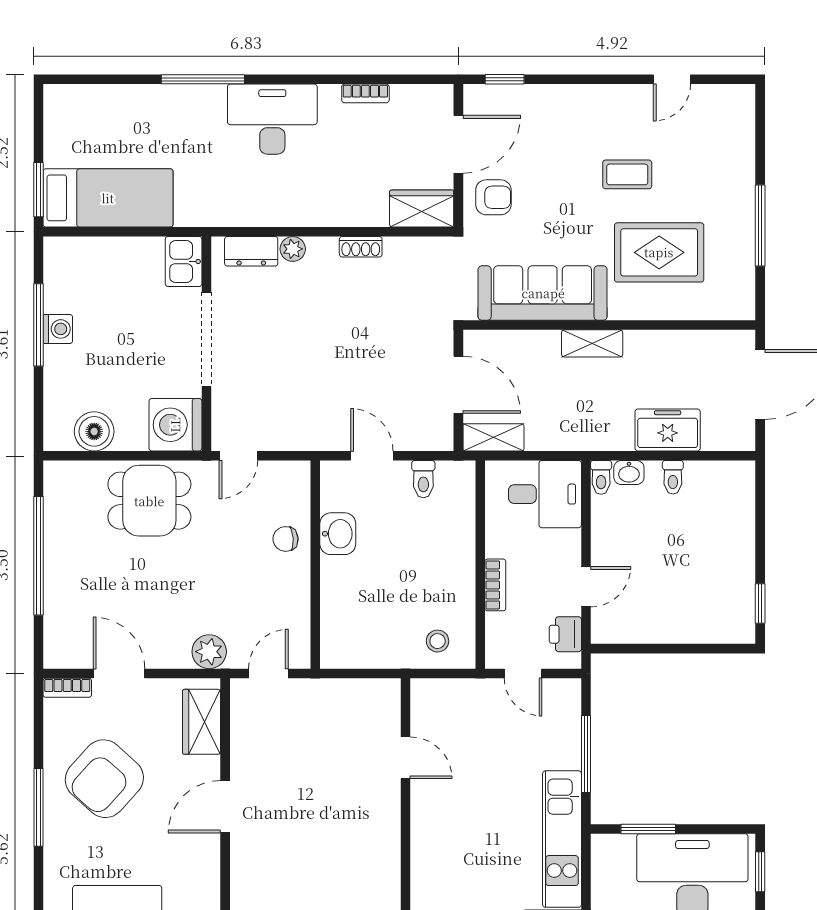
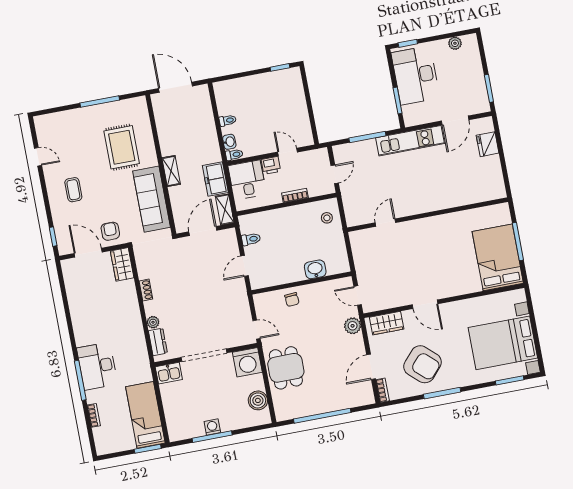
bookcase: (365, 93) -> (94, 415), moved
desk: (272, 119) -> (97, 366), moved
coffee table: (627, 174) -> (73, 190), moved
freezer: (668, 430) -> (215, 179), moved
washbasin: (338, 534) -> (315, 269), moved
printer: (565, 634) -> (271, 165), moved

